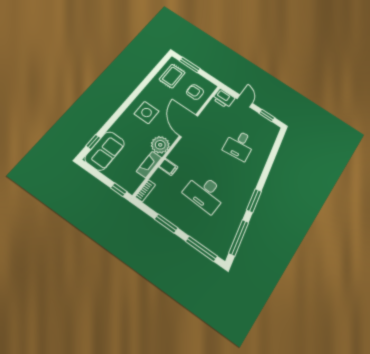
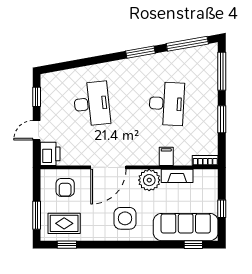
window: (157, 69) -> (67, 245), added
desk: (239, 145) -> (92, 104), width x1.37
sofa: (105, 151) -> (186, 227), width x1.36
window: (119, 190) -> (222, 209), moved

